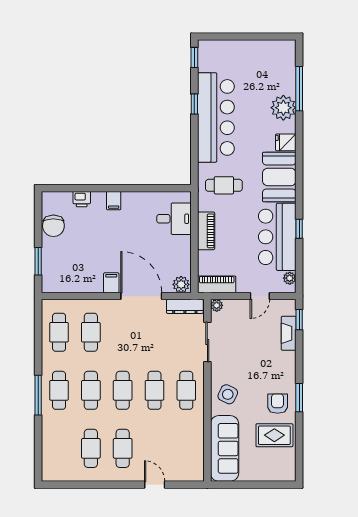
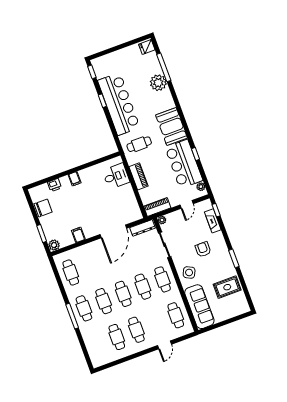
fridge: (286, 142) -> (147, 47), moved
chair: (53, 226) -> (43, 208), turned -90
filing cabinet: (111, 283) -> (78, 235), moved
plant: (181, 284) -> (54, 245), moved
door: (141, 296) -> (113, 231), swing flipped
cafe table: (91, 332) -> (176, 315), moved
armchair: (278, 404) -> (203, 249), moved
door: (155, 485) -> (164, 345), swing flipped

